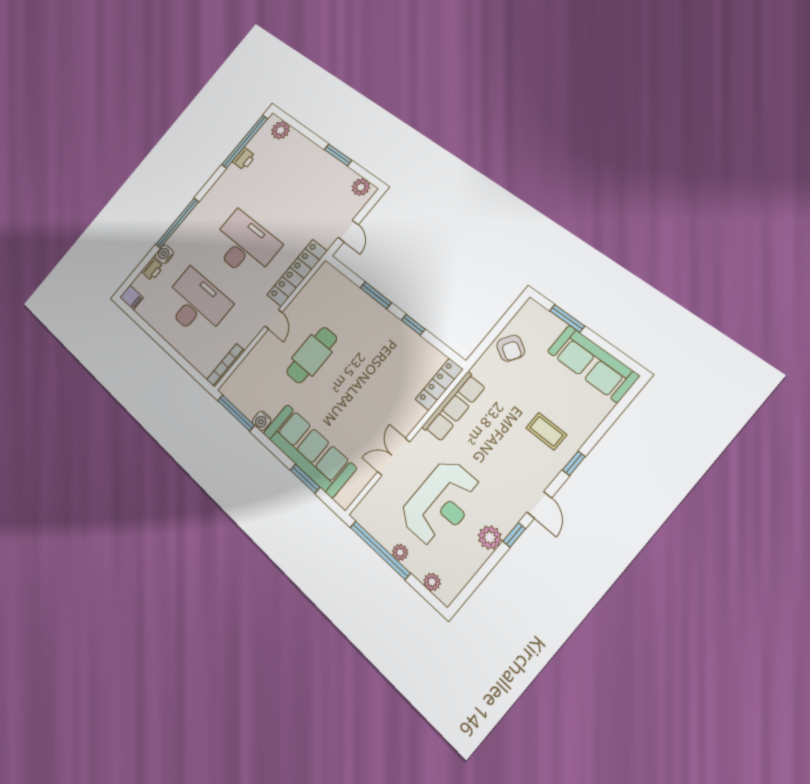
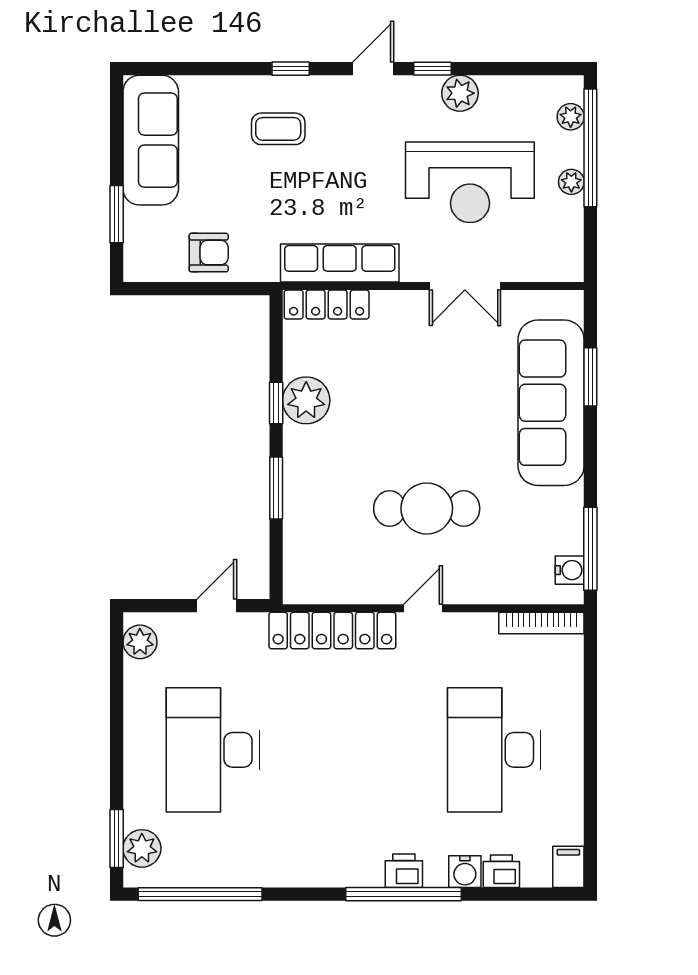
window: (338, 155) -> (117, 839), moved
printer: (244, 159) -> (404, 871), moved
desk: (245, 245) -> (213, 750), moved
plant: (403, 339) -> (306, 400), added
armchair: (511, 348) -> (209, 253), turned 58
water cooler: (262, 421) -> (570, 570), moved
coffee table: (546, 431) -> (278, 129), turned 90
reception desk: (441, 503) -> (470, 182), turned 180
window: (380, 550) -> (590, 148), moved

